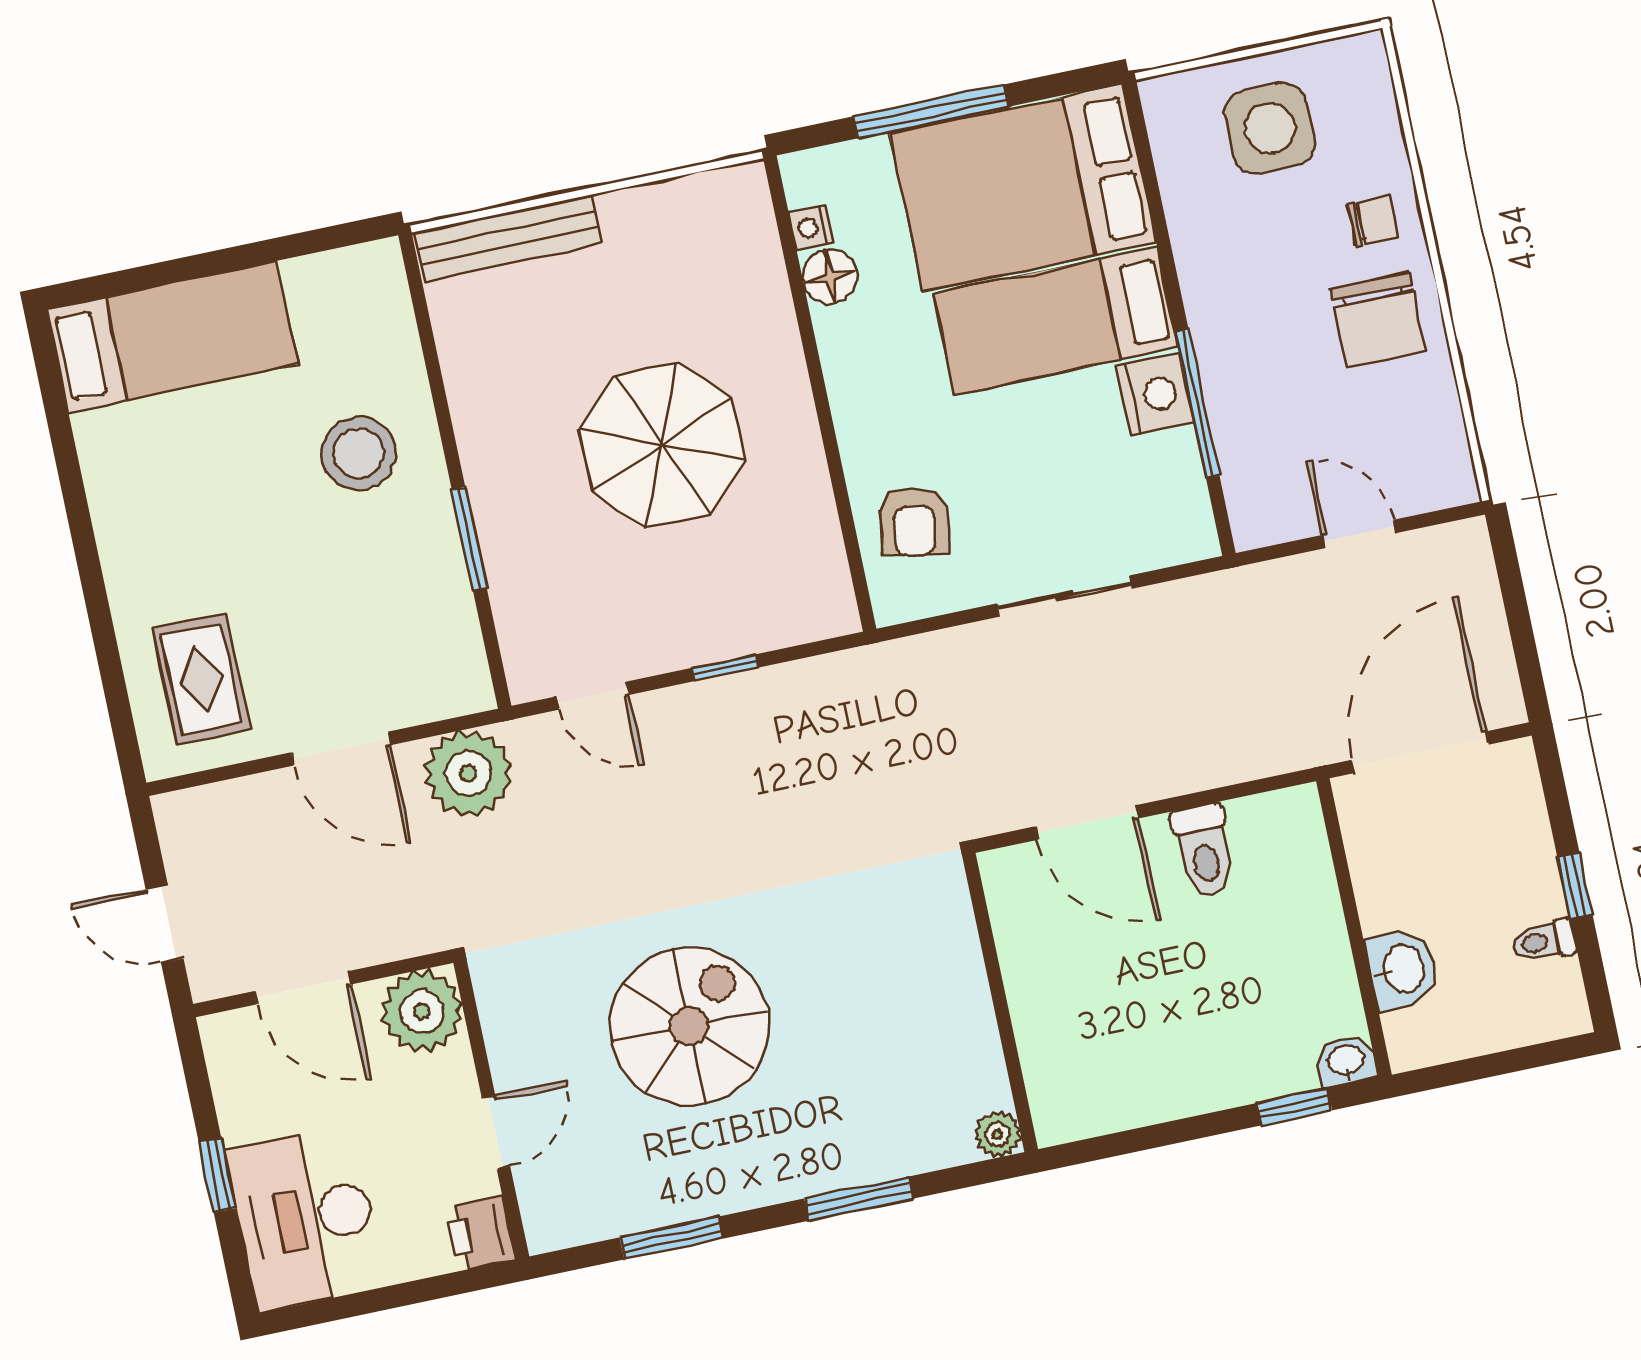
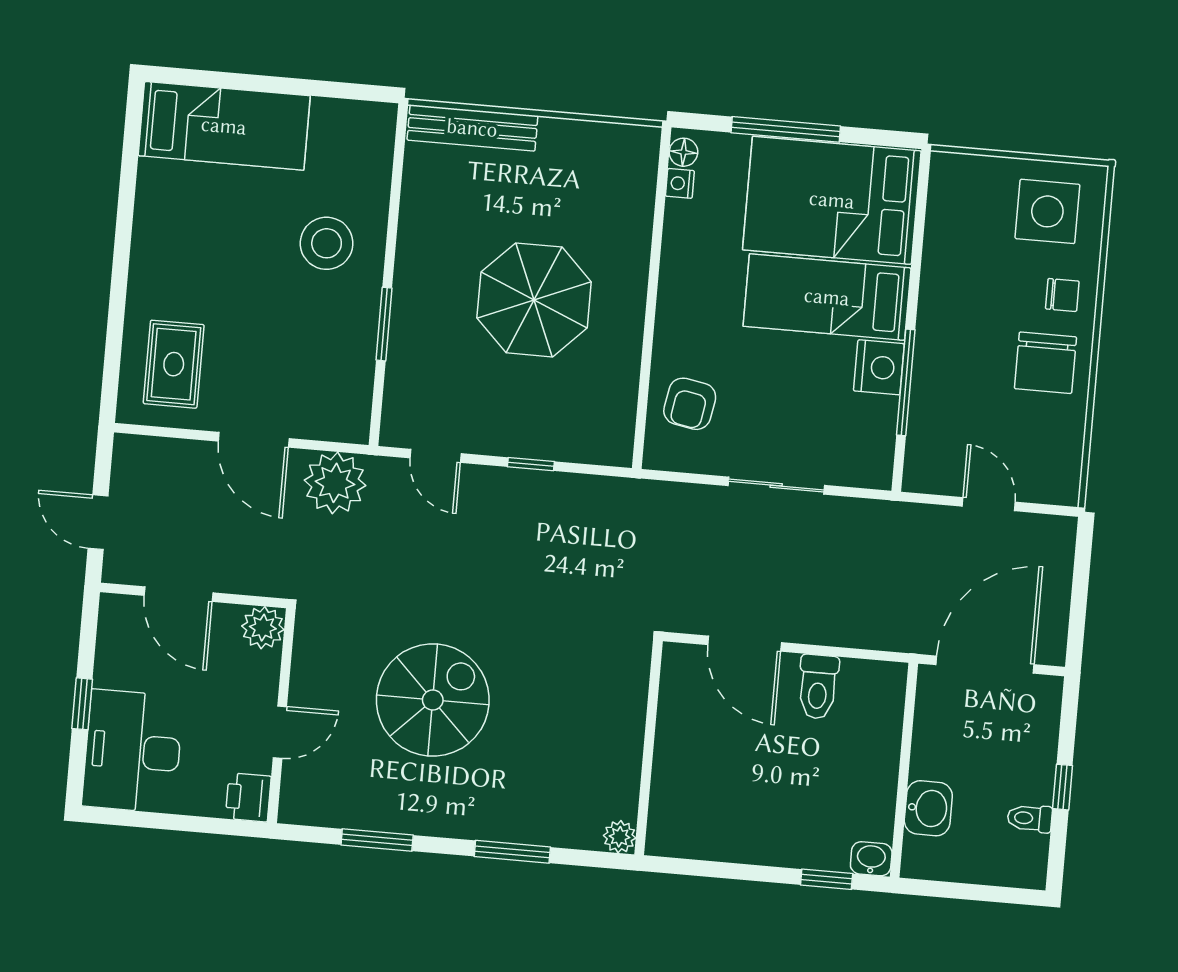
side table: (1270, 128) -> (1047, 211), moved
floor lamp: (830, 277) -> (683, 152), moved, width x0.73, depth x0.73
plant: (422, 1011) -> (263, 628), width x0.73, depth x0.73

